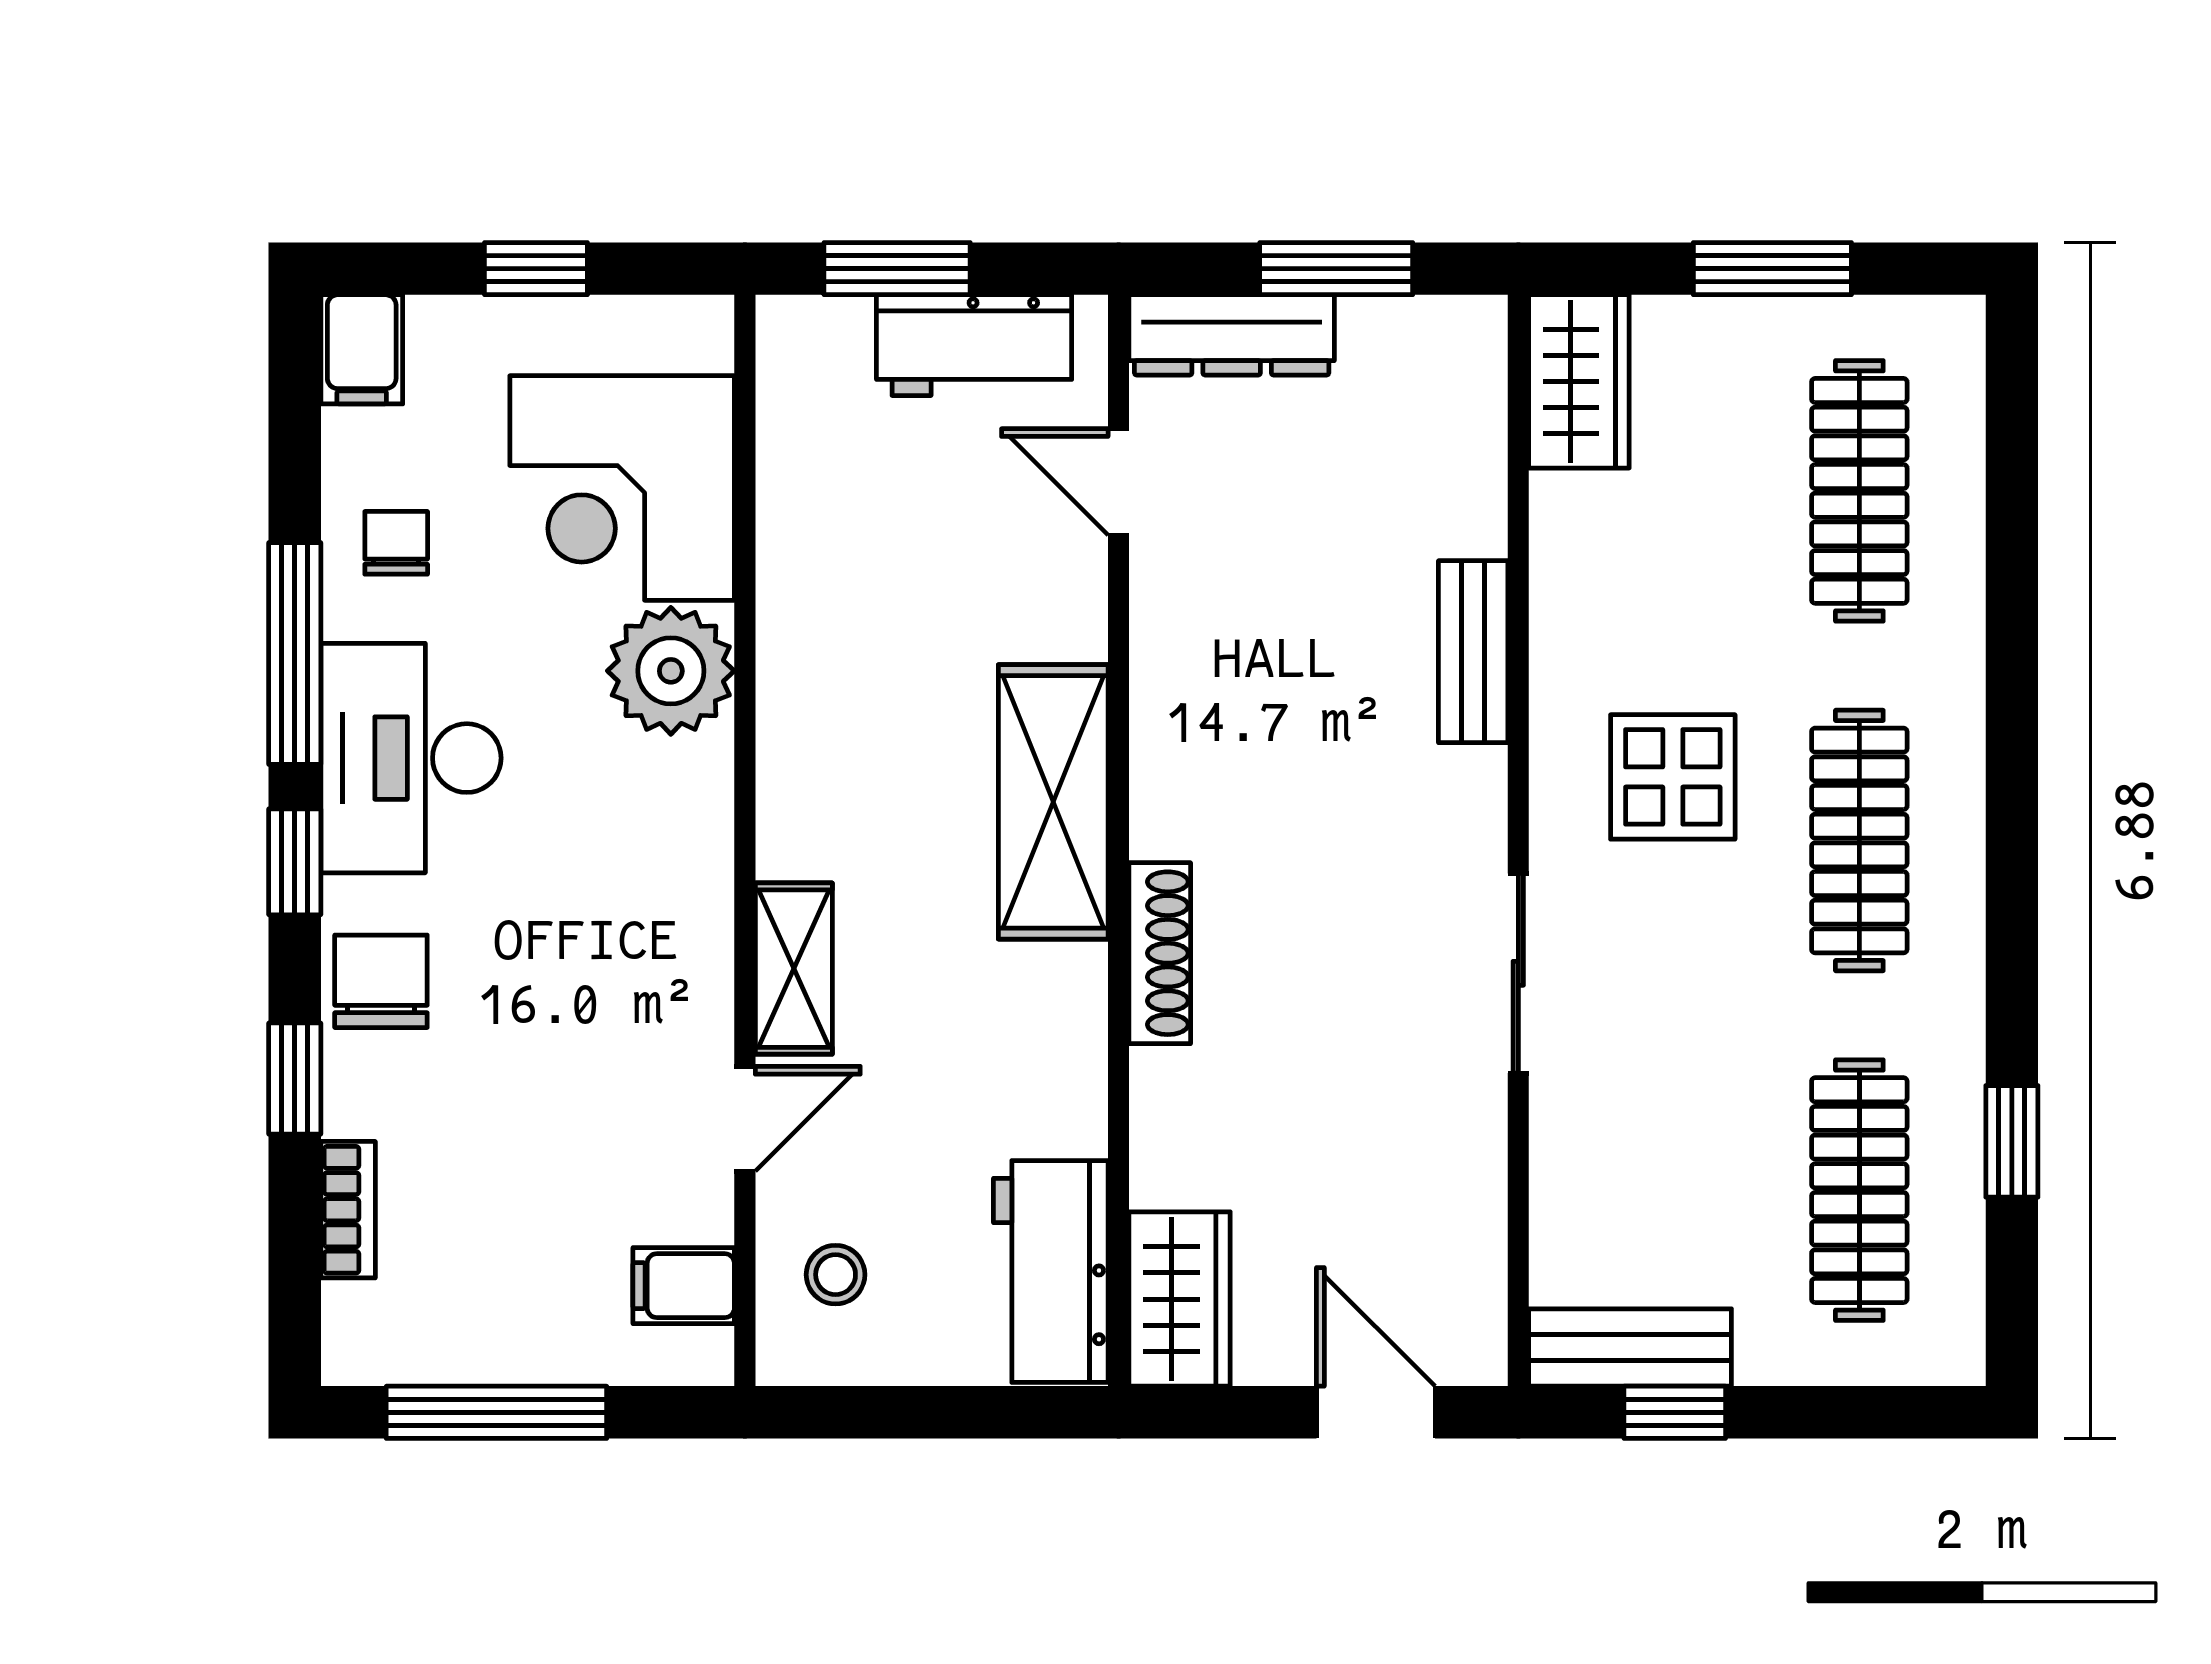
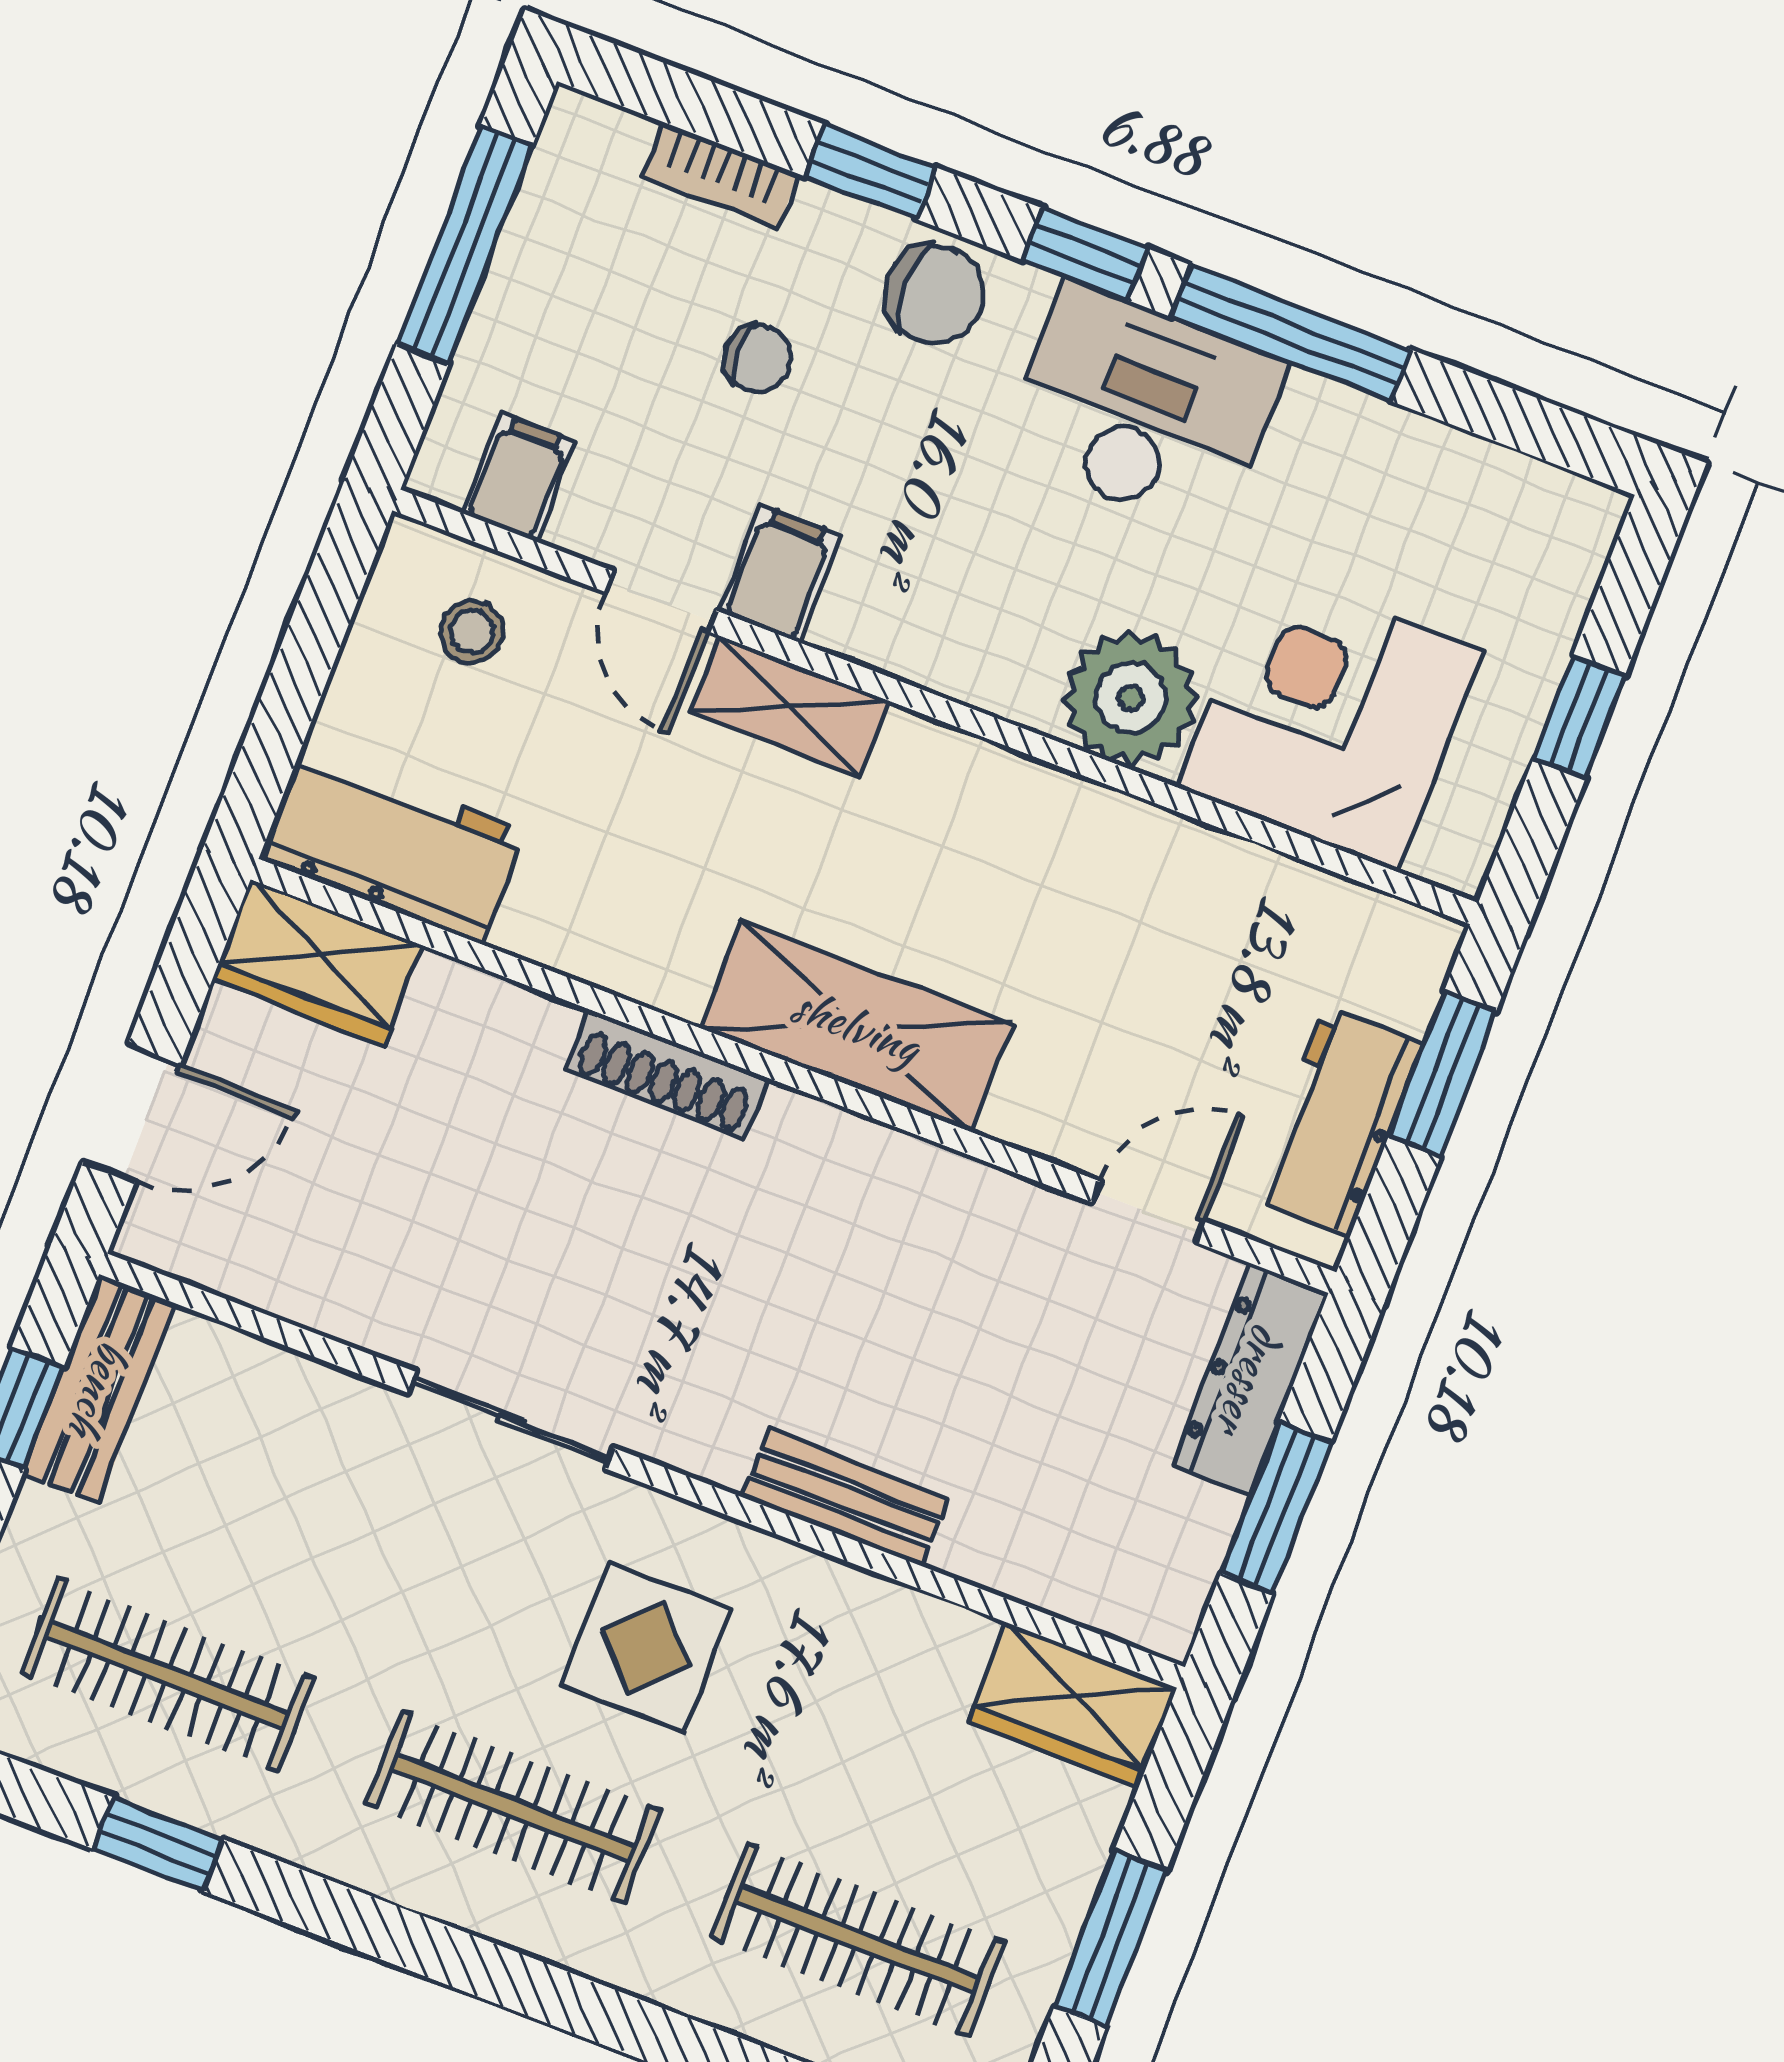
filing cabinet: (362, 349) -> (780, 573), moved, turned 90
chair: (396, 543) -> (757, 358), moved

